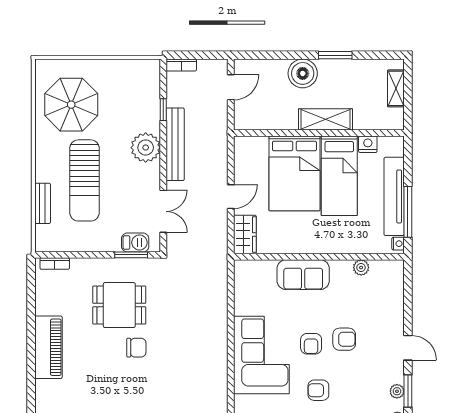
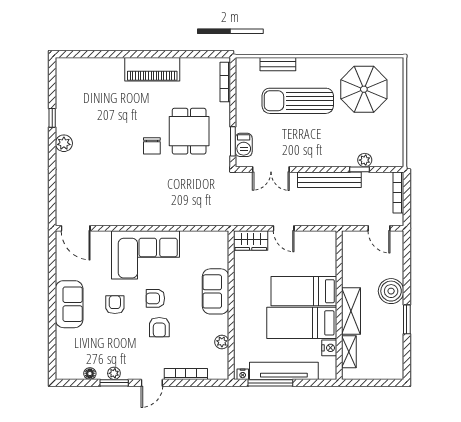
bookcase: (181, 65) -> (398, 193), width x1.56
shelving: (396, 88) -> (349, 352), moved, turned 90
plant: (146, 148) -> (365, 160), moved, width x0.53, depth x0.53
bed: (294, 173) -> (304, 291), width x0.67
bookcase: (55, 264) -> (225, 82), width x1.56
bookcase: (398, 309) -> (186, 374), added

